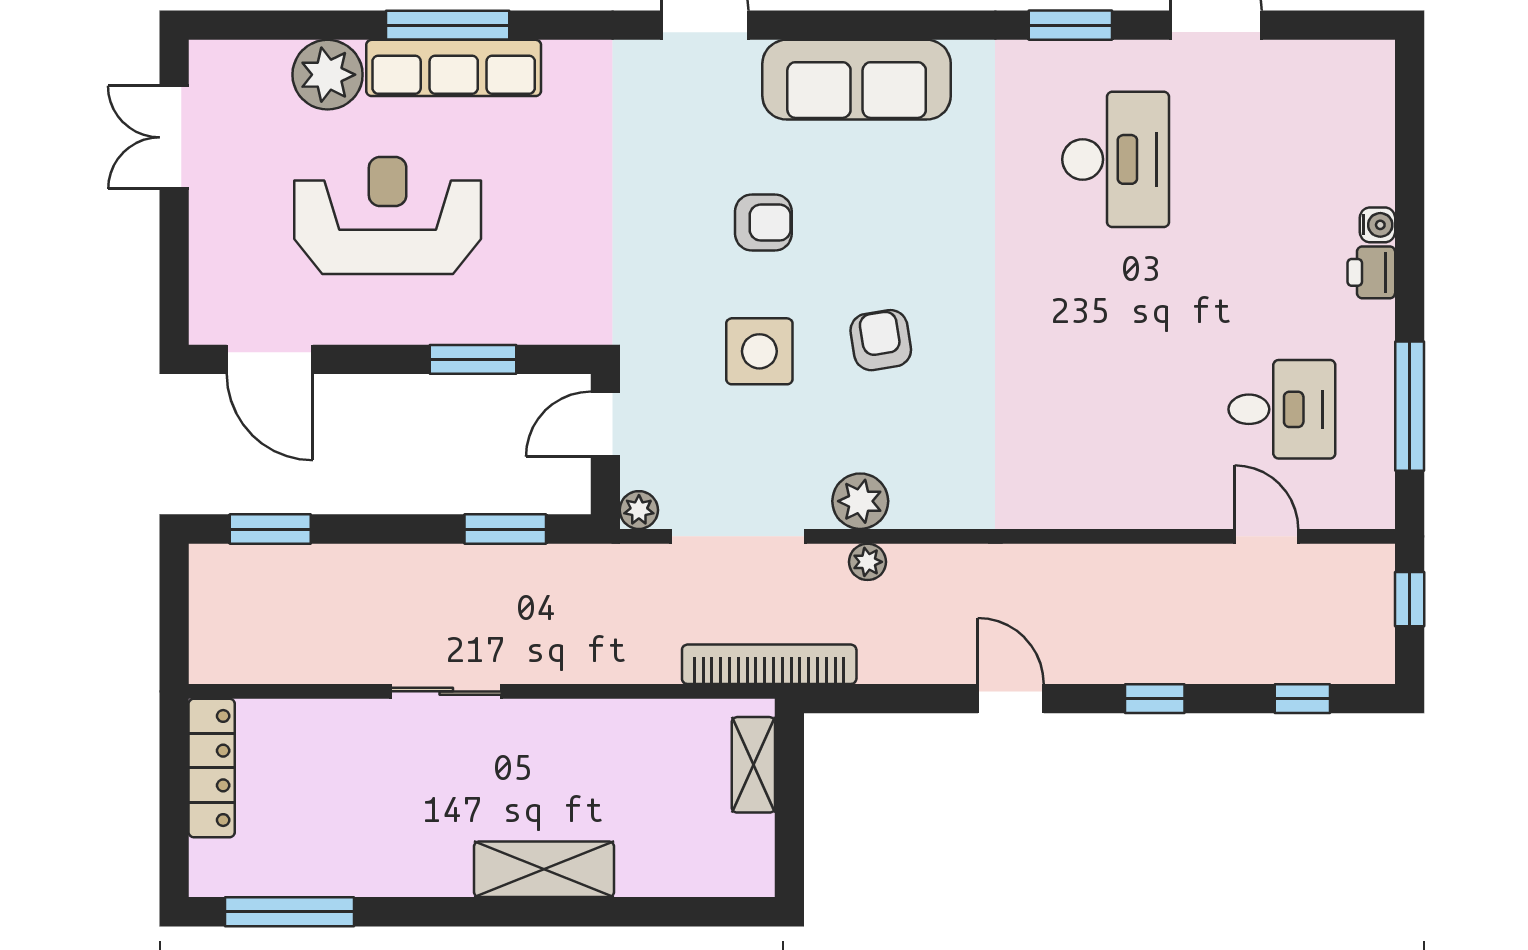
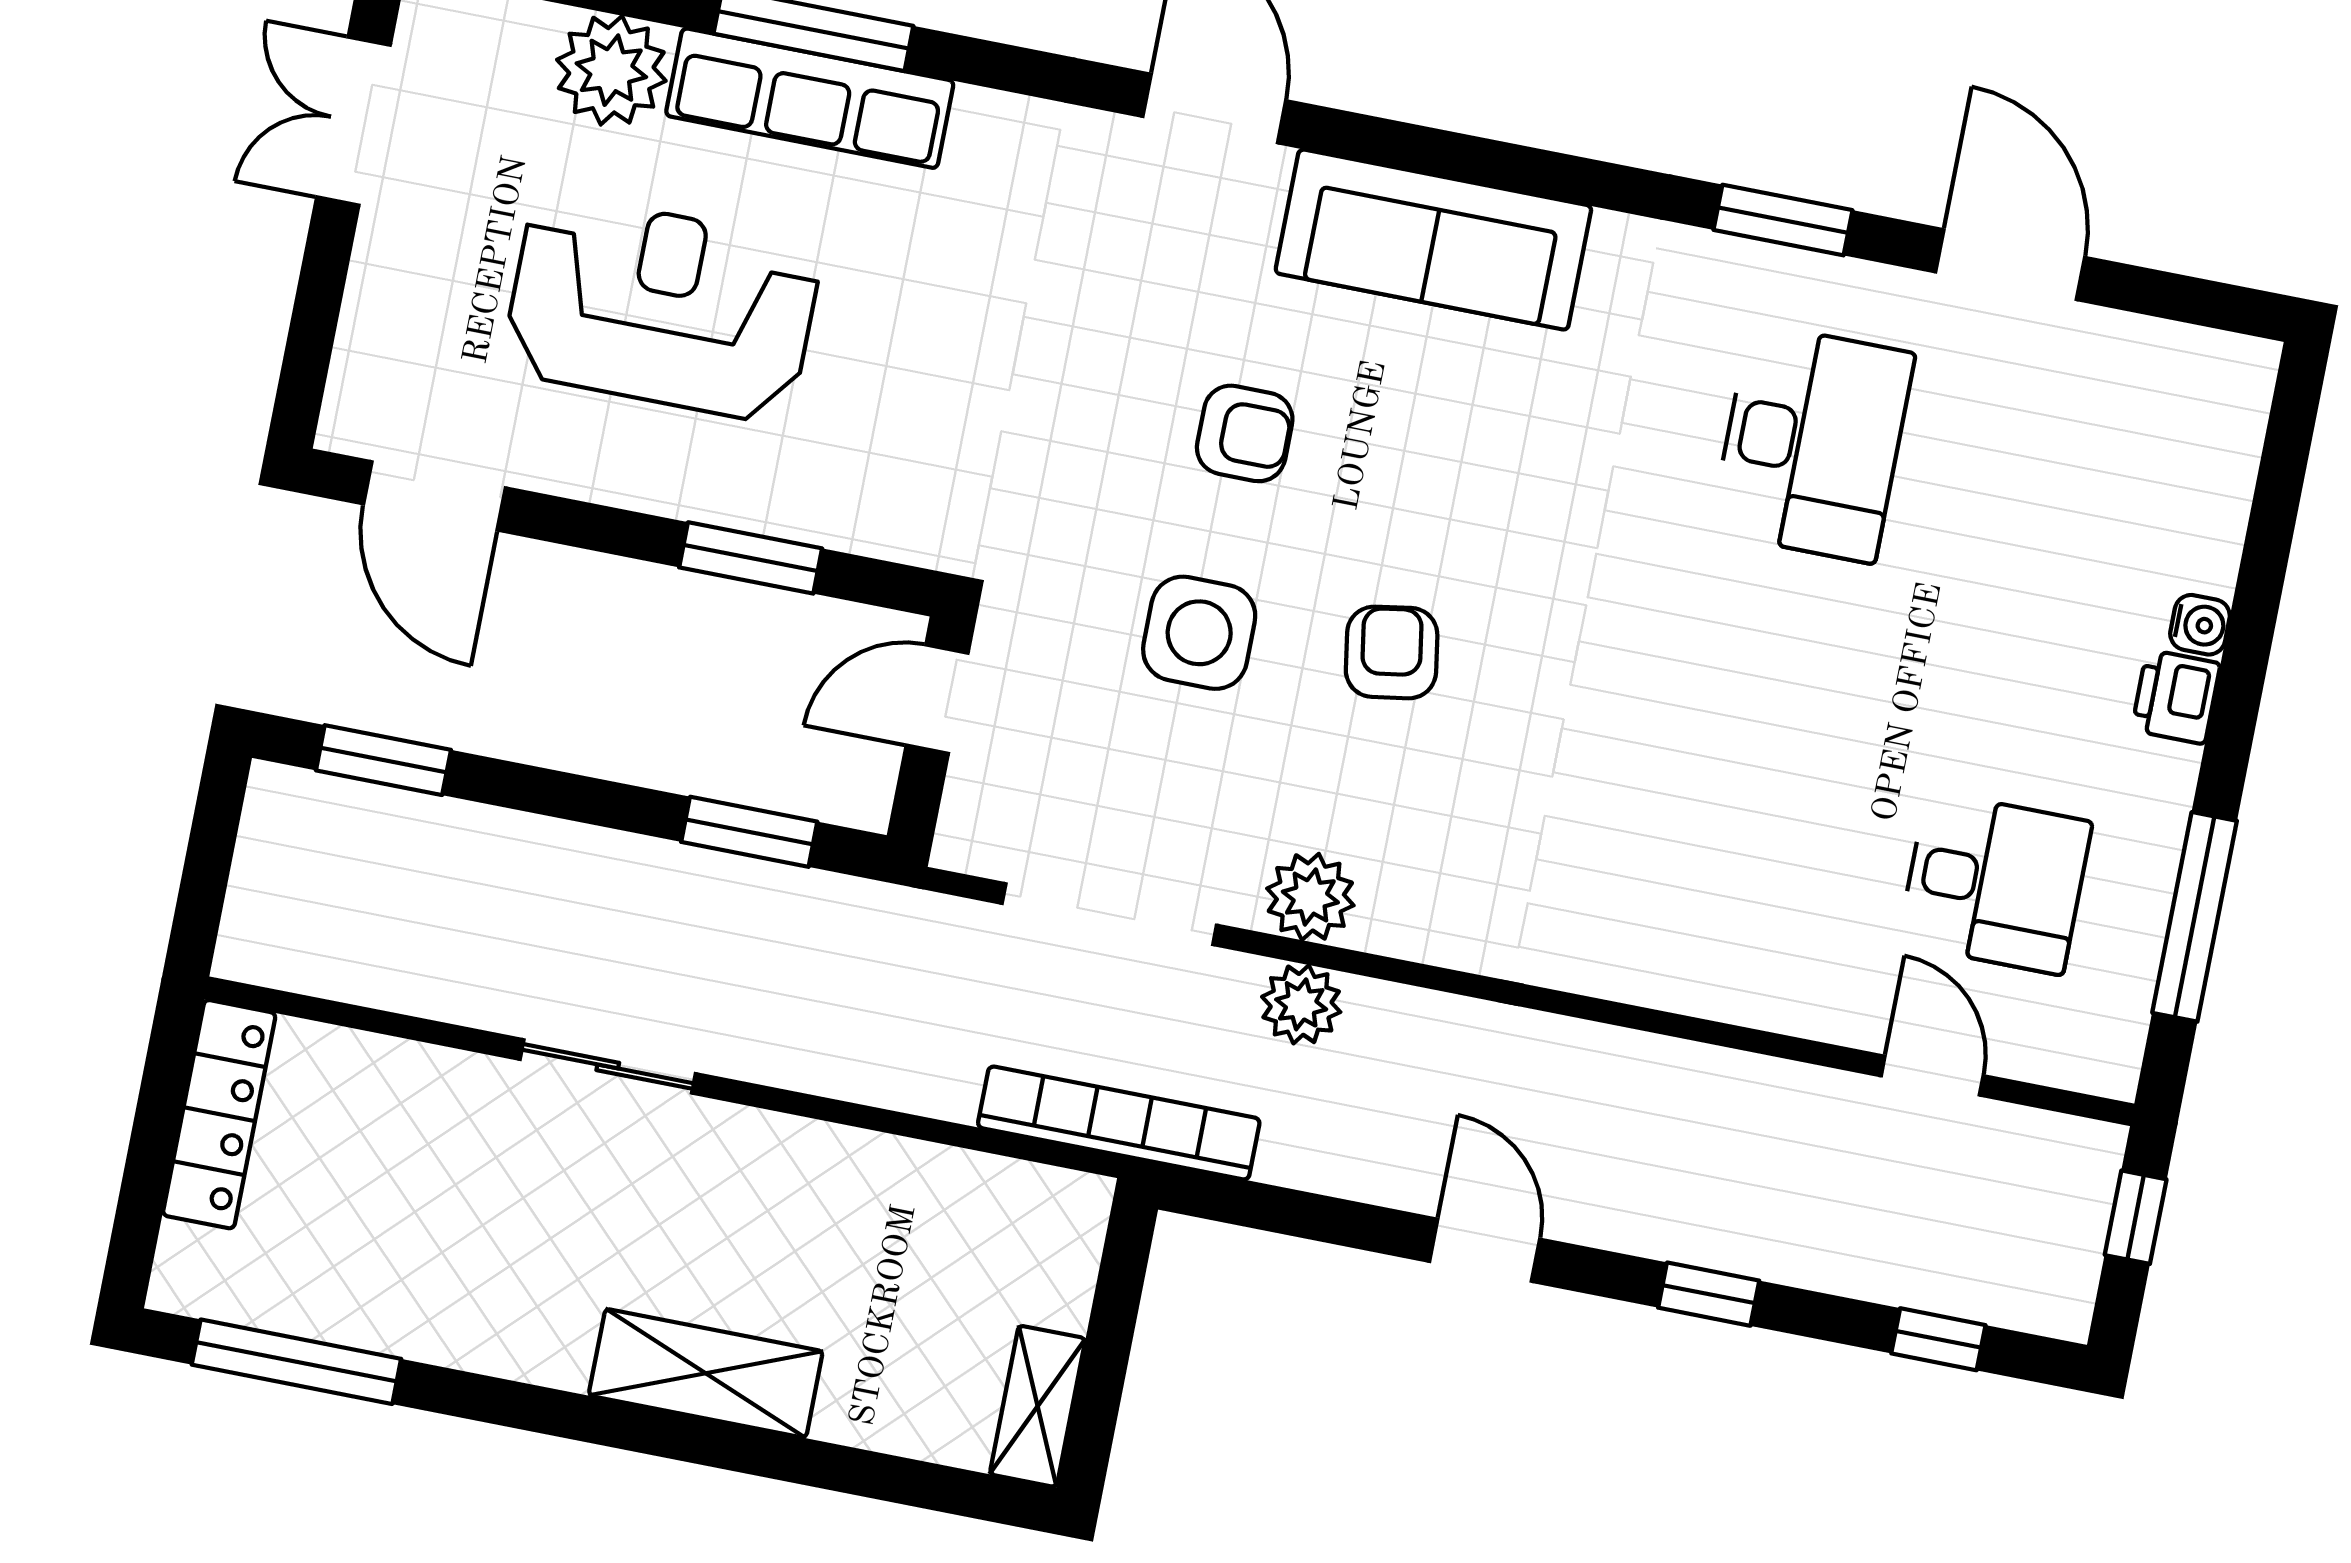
plant: (639, 510) -> (963, 843), removed
plant: (868, 562) -> (1301, 1004), width x1.38, depth x1.38
shelving: (753, 765) -> (1038, 1406), moved

